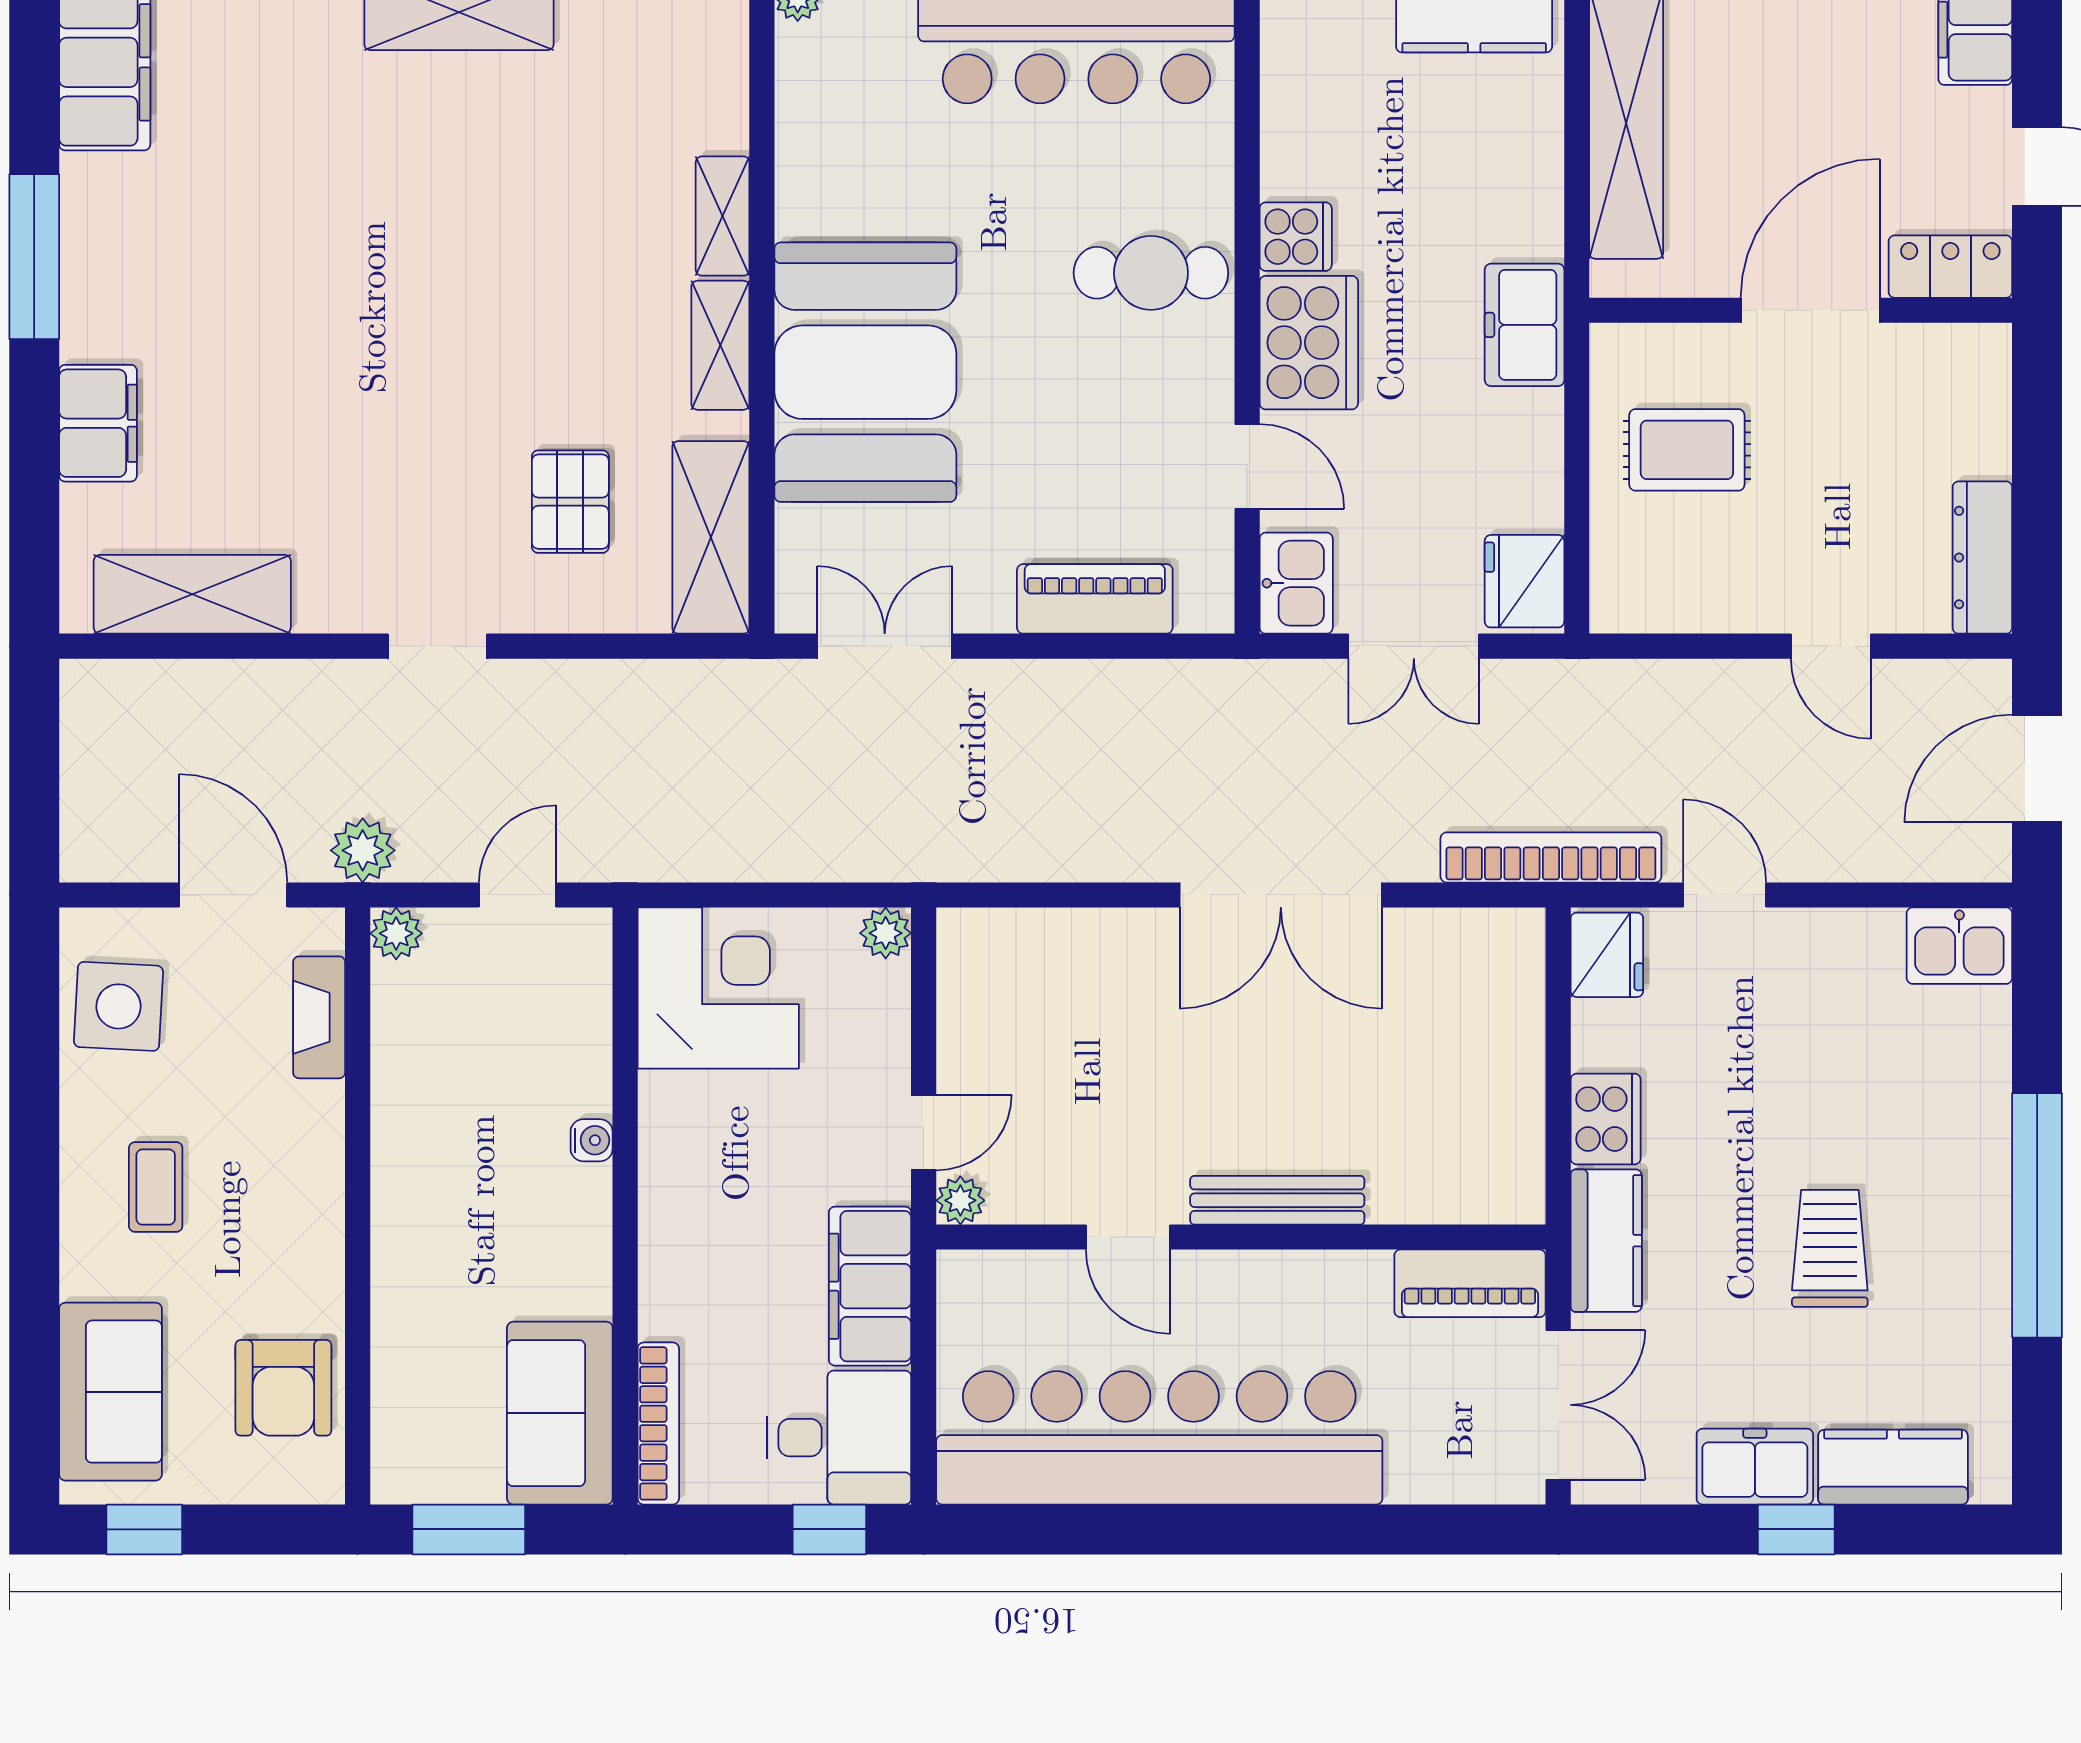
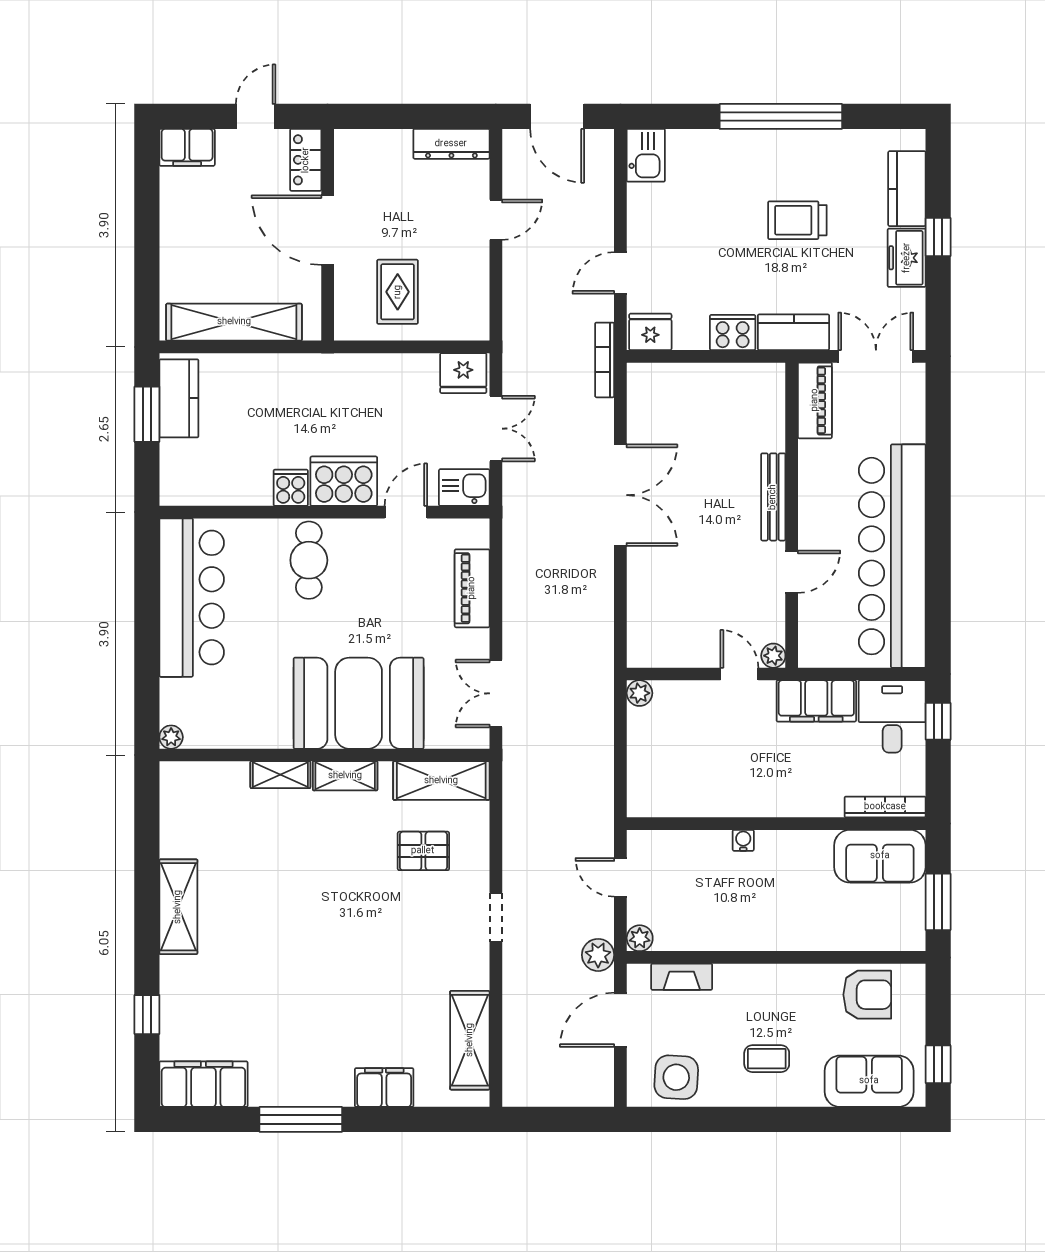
freezer: (1525, 325) -> (335, 373), removed
bookcase: (1551, 857) -> (605, 360), width x0.68, depth x0.76
corner desk: (718, 988) -> (667, 777), removed

